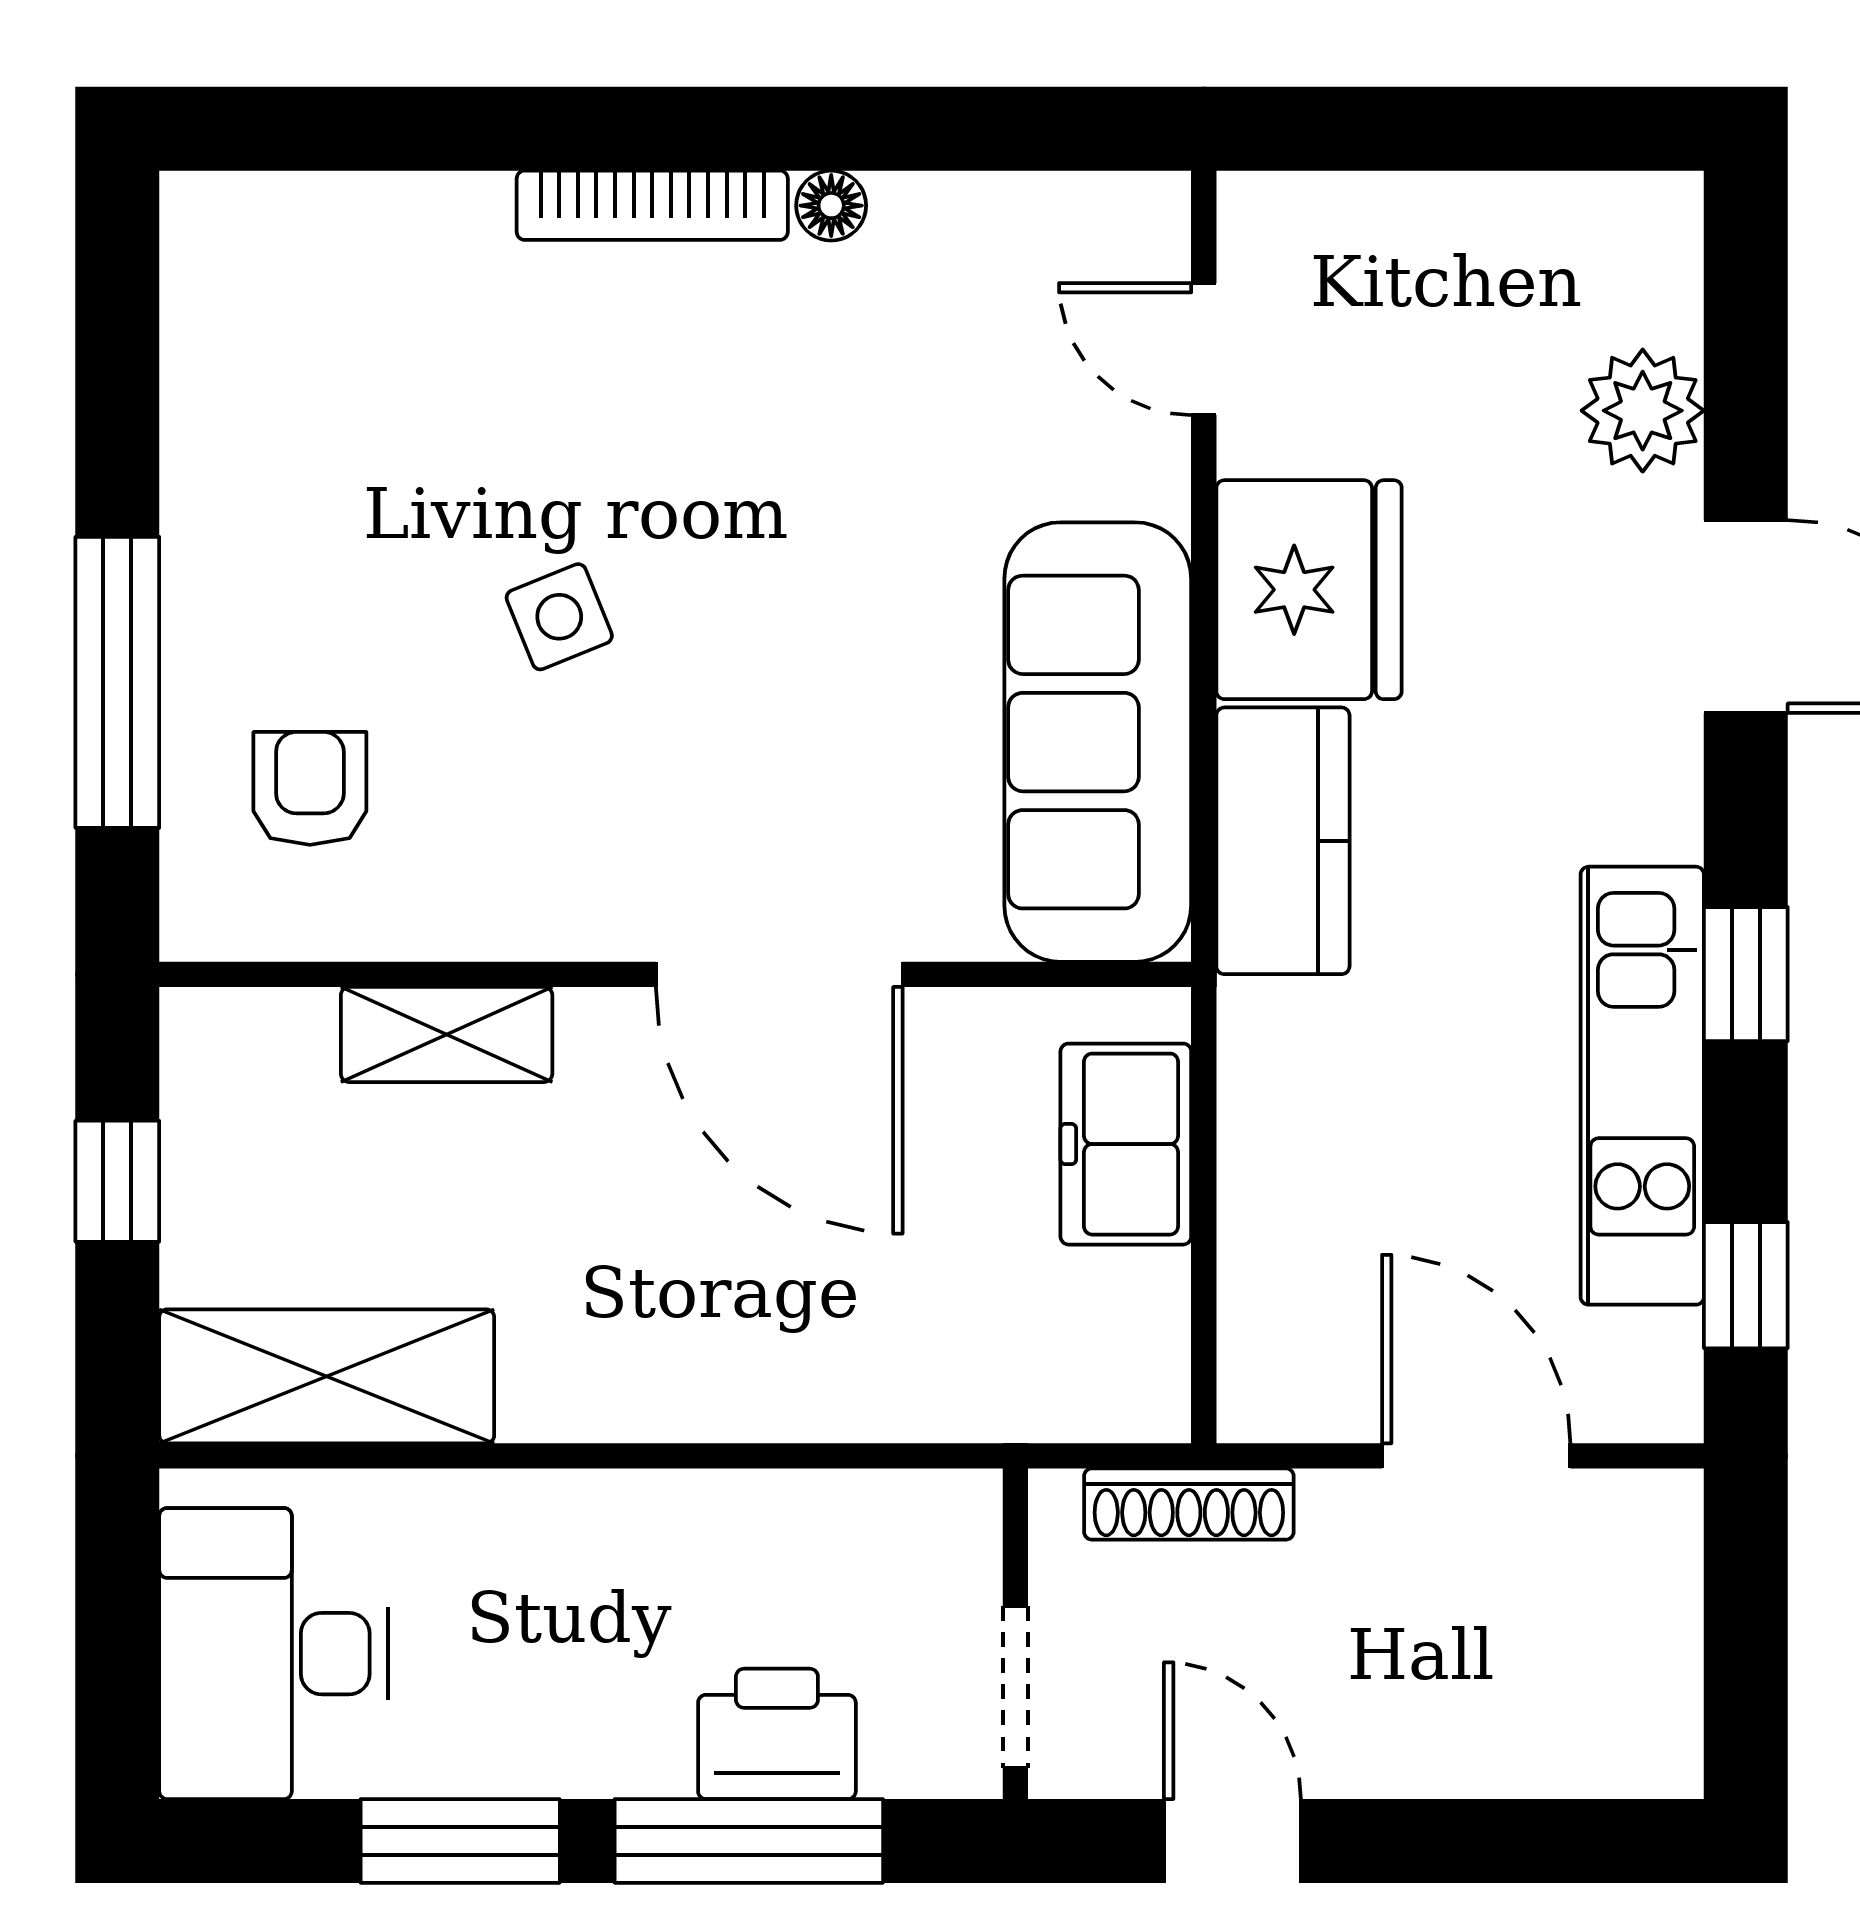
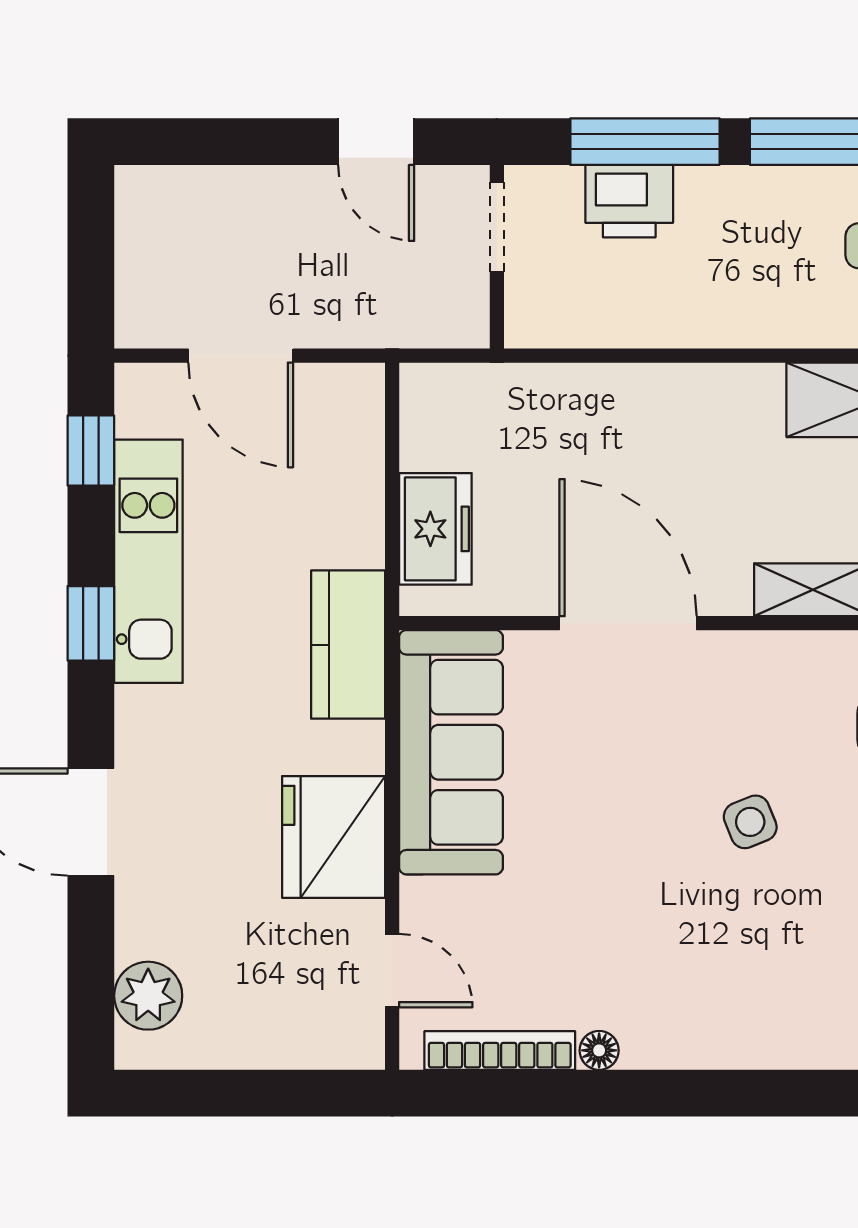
bookcase: (652, 205) -> (500, 1051), moved
plant: (1643, 411) -> (148, 996), moved
kitchen counter: (1283, 841) -> (348, 645), moved
shoe rack: (1189, 1504) -> (400, 329), removed

